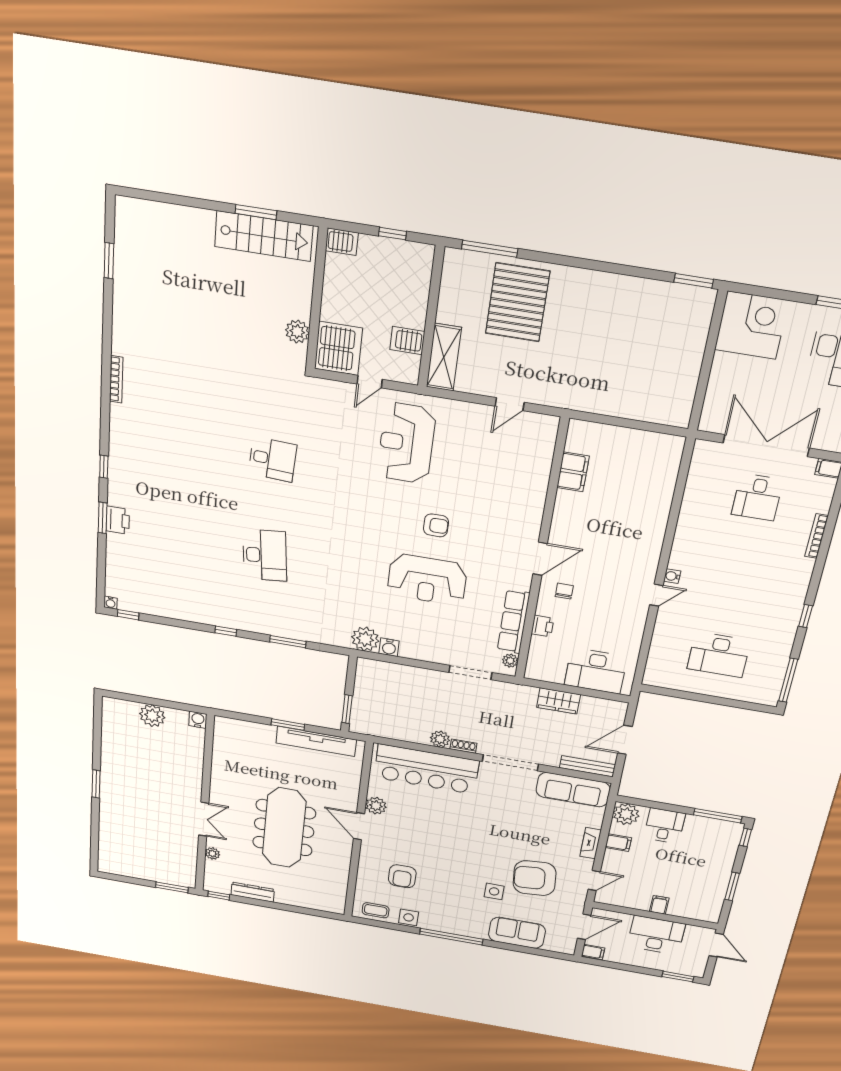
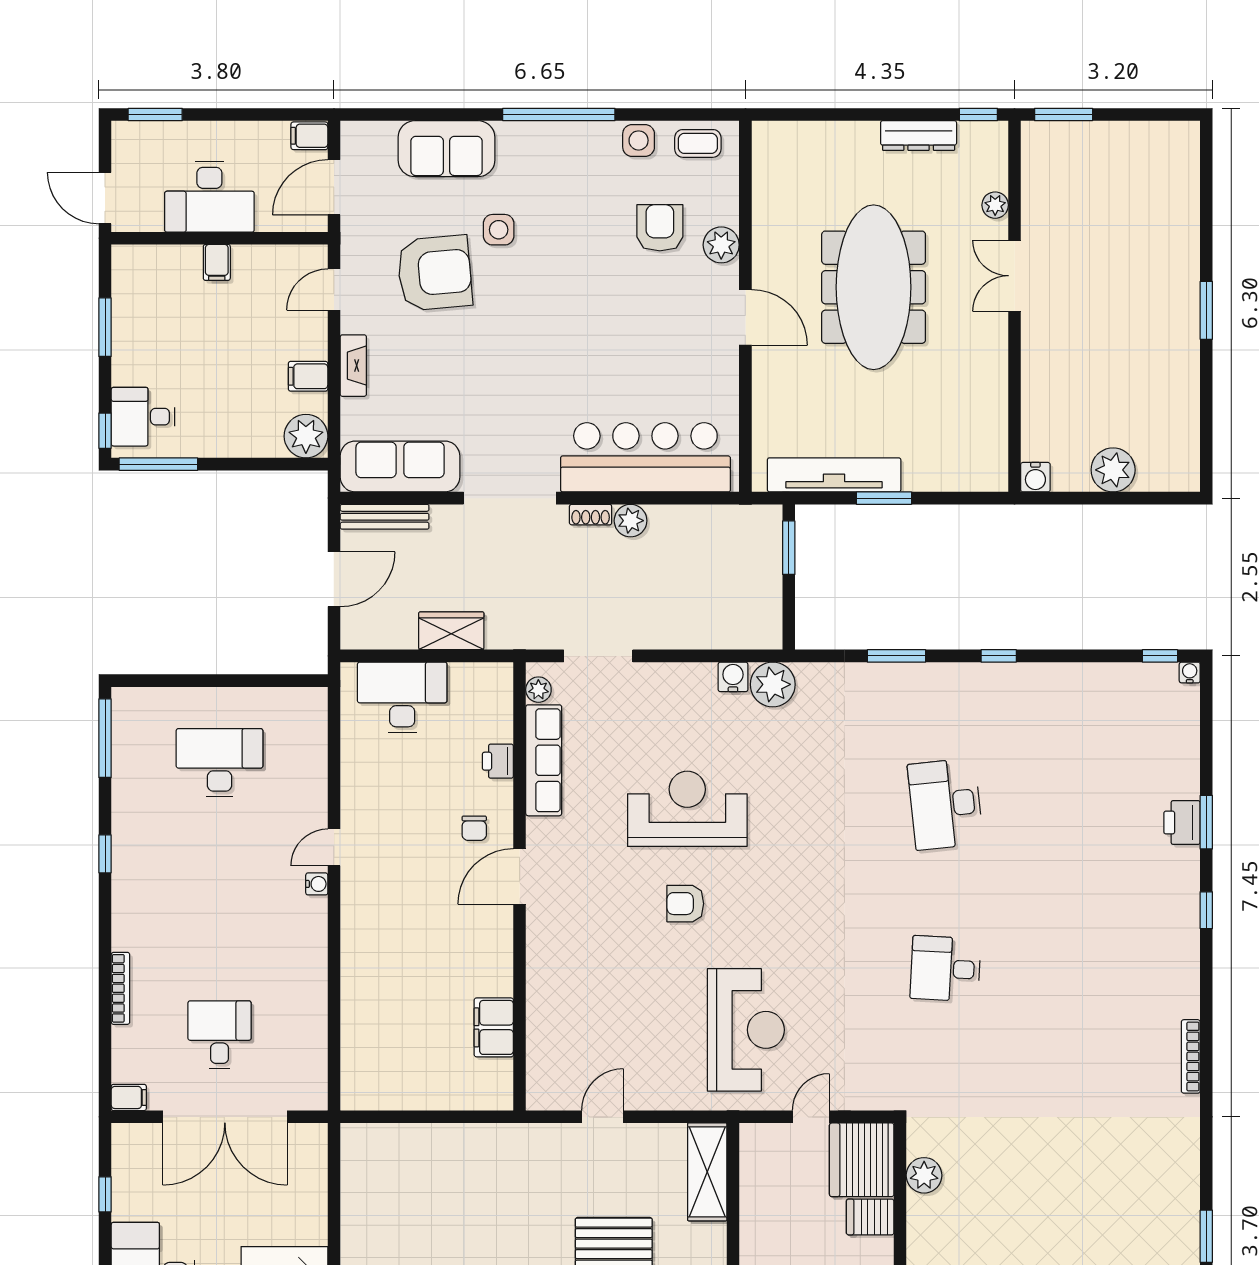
server rack: (407, 341) -> (870, 1217), moved, turned 180
plant: (376, 806) -> (721, 245), moved
desk: (665, 826) -> (143, 417), moved, turned 90

